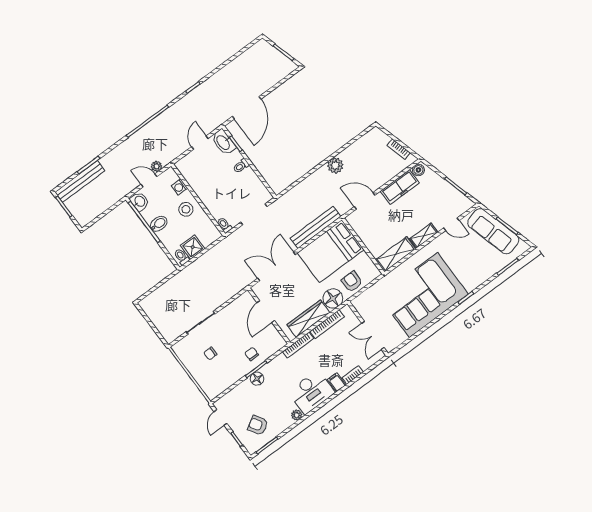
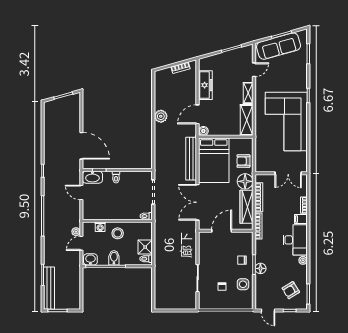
boiler: (418, 170) -> (203, 131), moved
door: (266, 312) -> (222, 231), swing flipped
side table: (228, 373) -> (243, 284), added

